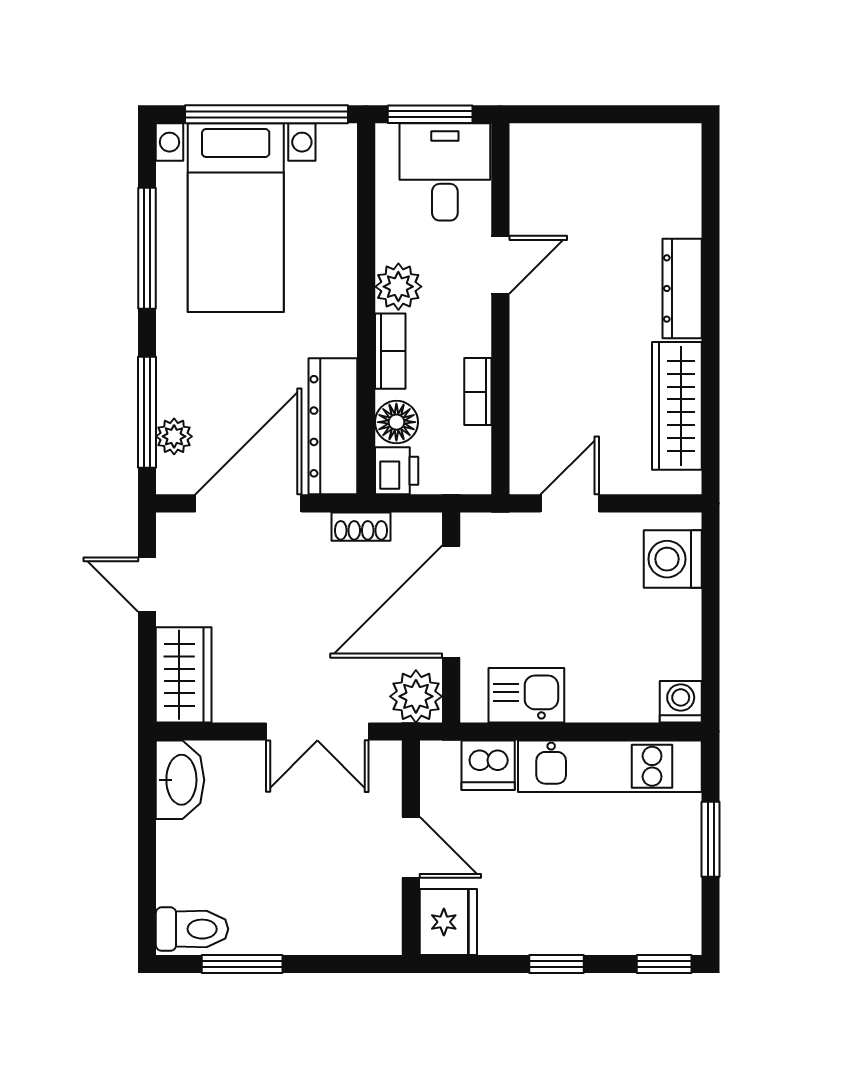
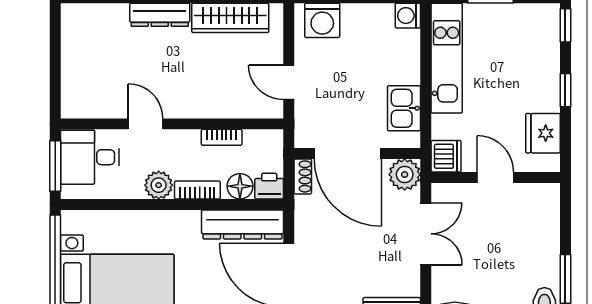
shoe rack: (361, 527) -> (303, 176), moved
dishwasher: (488, 765) -> (446, 156), moved
door: (411, 847) -> (495, 178), hinge flipped
fridge: (448, 922) -> (543, 133), moved, turned -90

